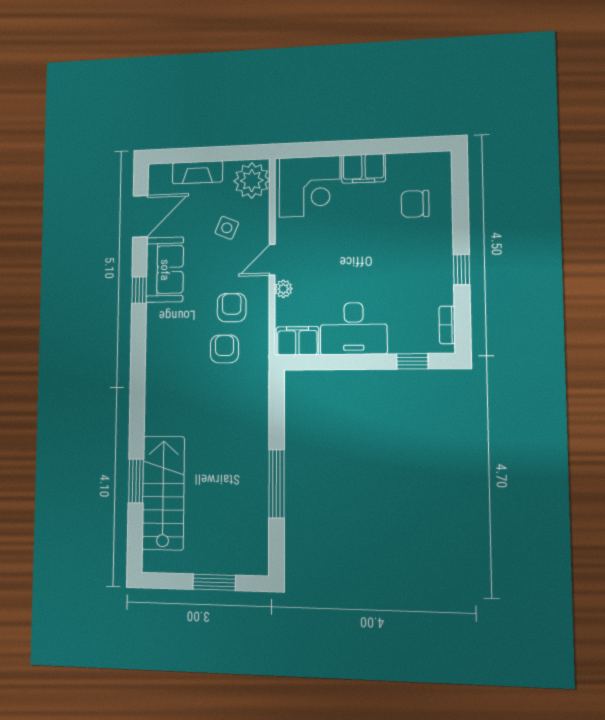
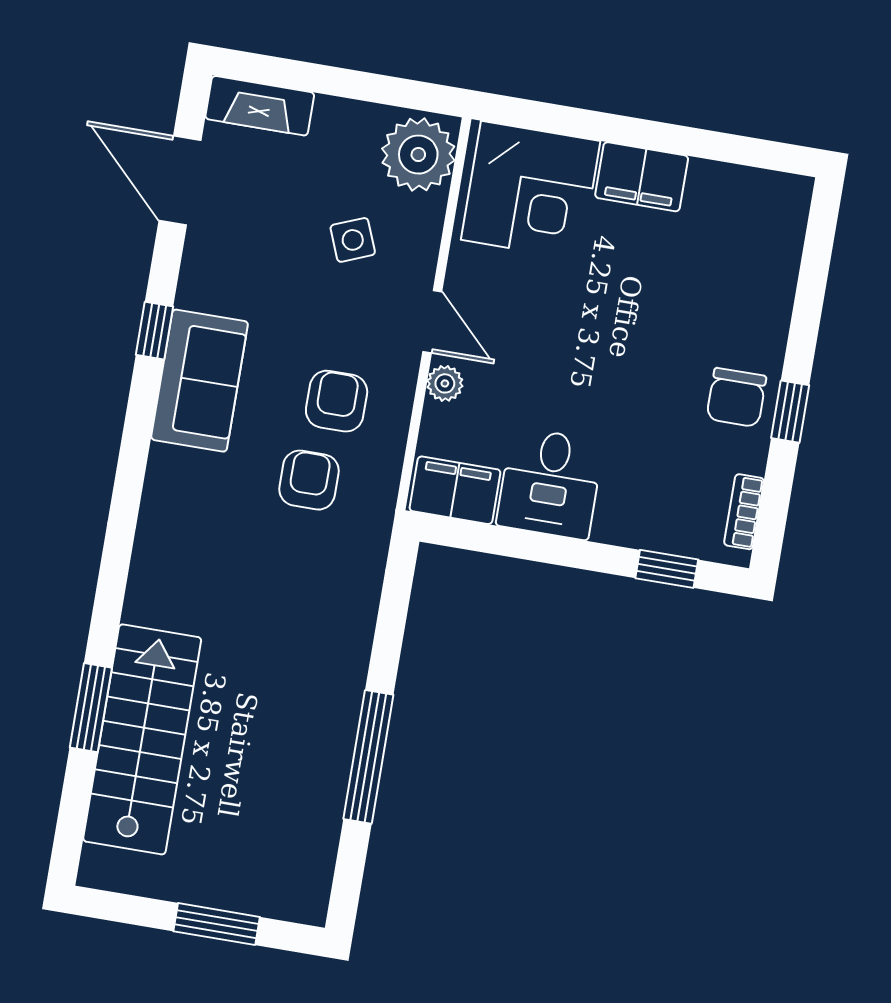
fireplace: (197, 172) -> (260, 106), moved
chair: (415, 204) -> (736, 398), moved, turned -90
door: (140, 216) -> (180, 180), swing flipped
side table: (227, 228) -> (353, 240), turned 45
door: (272, 260) -> (432, 322), swing flipped
sofa: (165, 270) -> (200, 381), moved
desk: (354, 329) -> (550, 483), width x0.73

